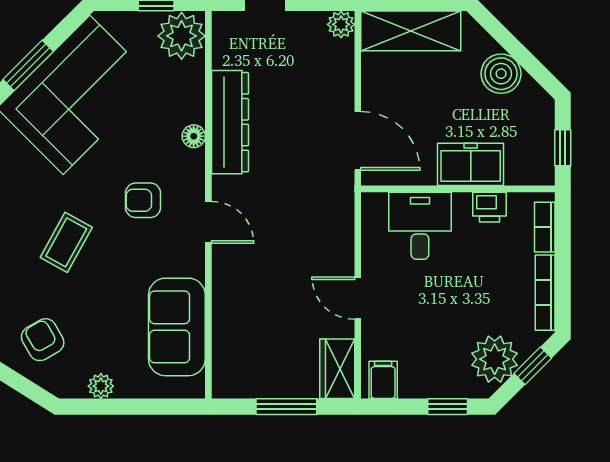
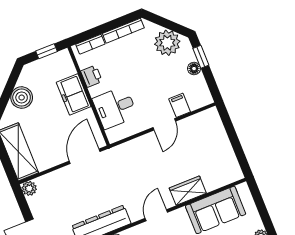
window: (533, 366) -> (163, 22), removed
wardrobe: (337, 369) -> (188, 191), moved, turned 180
filing cabinet: (383, 380) -> (180, 105), moved, turned 90
floor lamp: (432, 387) -> (194, 69), added
window: (286, 407) -> (234, 138), removed

